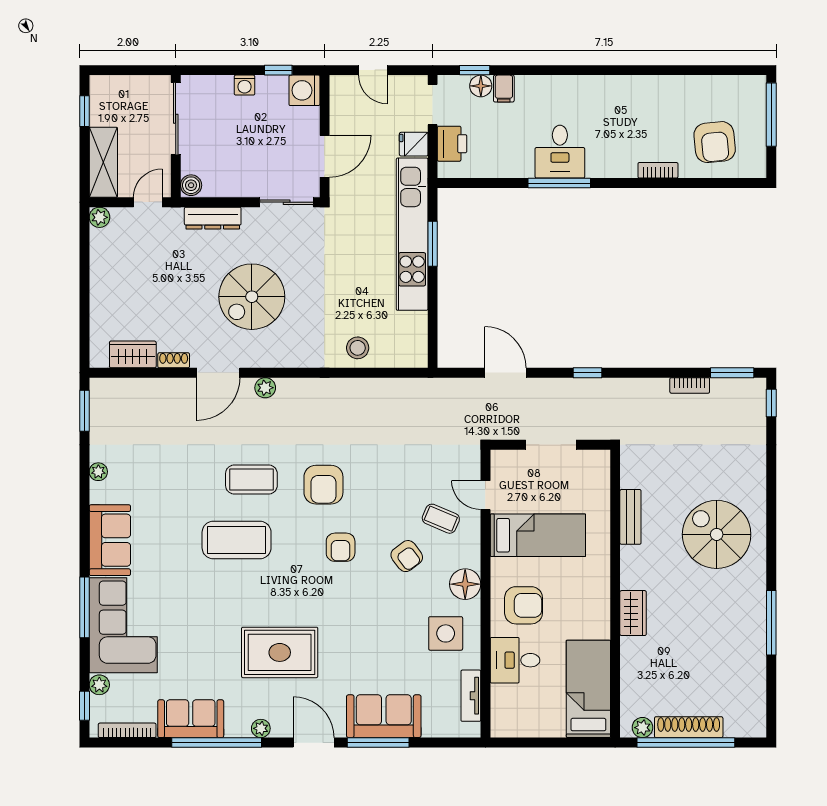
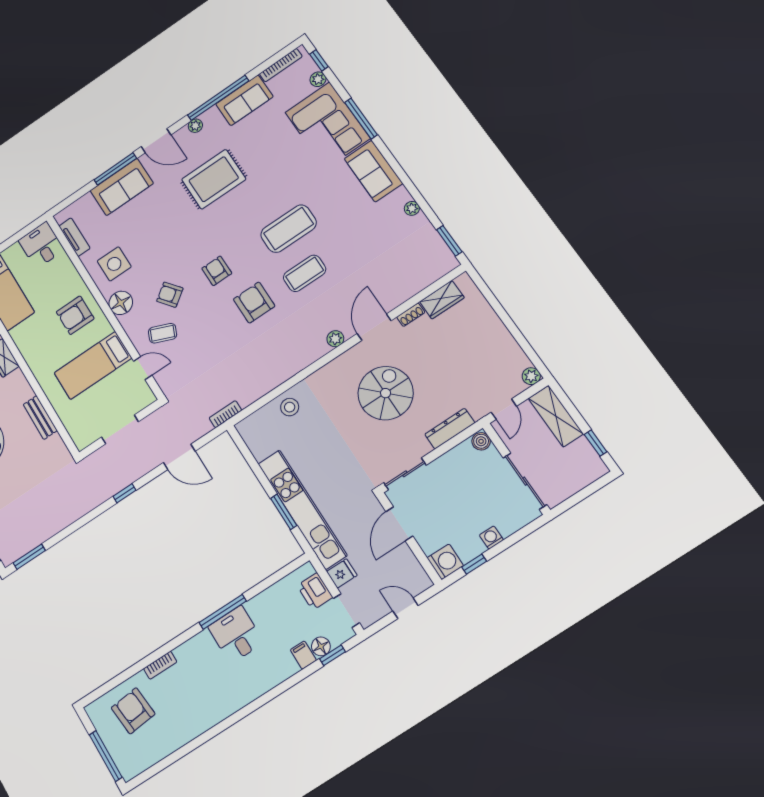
bookcase: (690, 385) -> (225, 414), moved
desk: (515, 660) -> (41, 245), moved, turned -90

